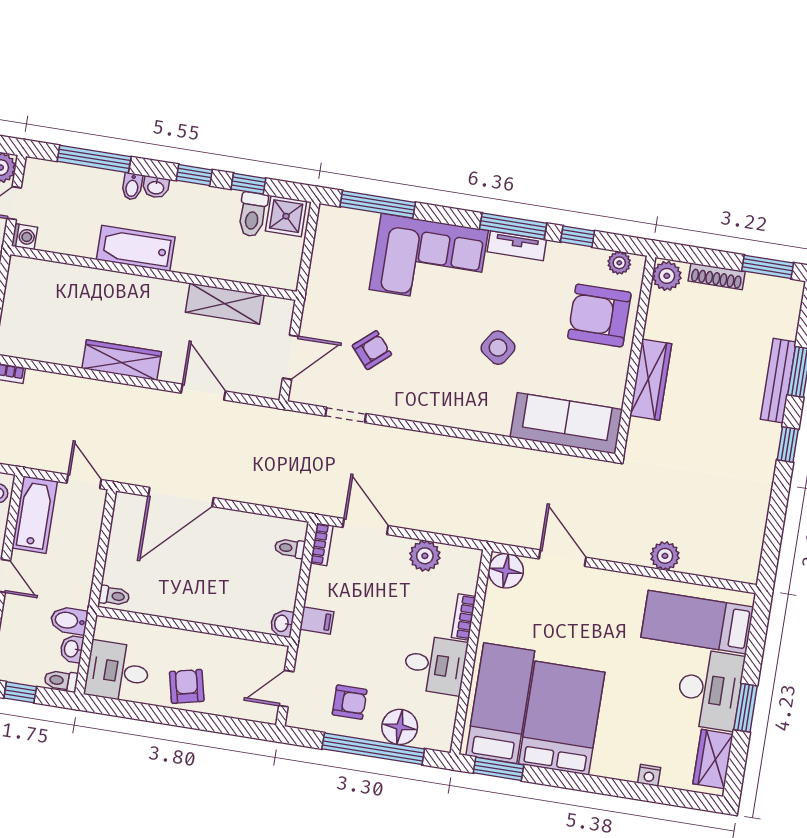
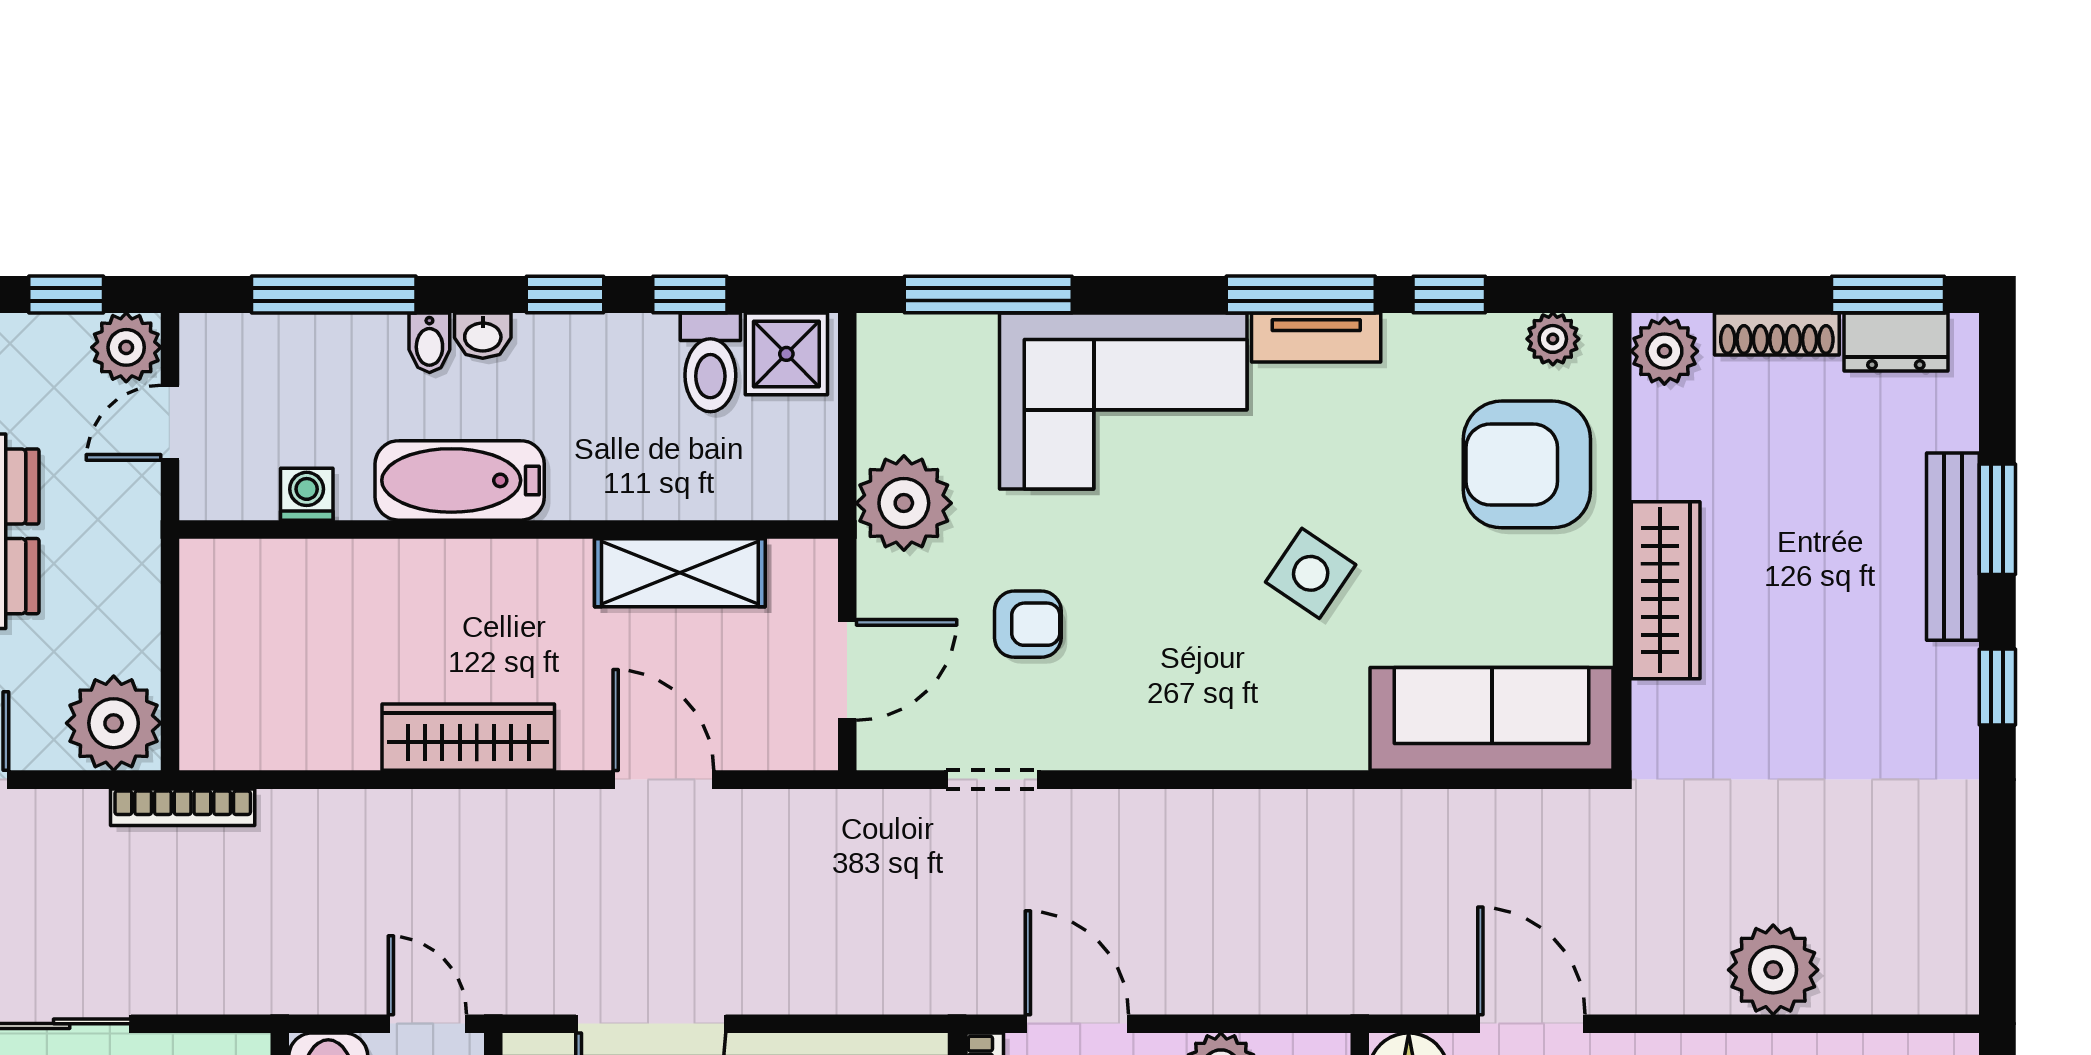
washing machine: (24, 237) -> (307, 494), moved, turned -90
dresser: (768, 288) -> (1896, 342), added
plant: (327, 289) -> (904, 503), added
armchair: (372, 350) -> (1028, 624), turned 41
plant: (665, 556) -> (1773, 970), width x1.36, depth x1.36

